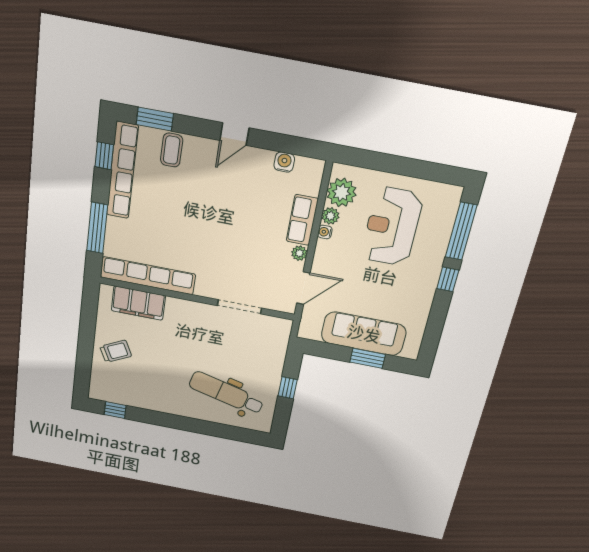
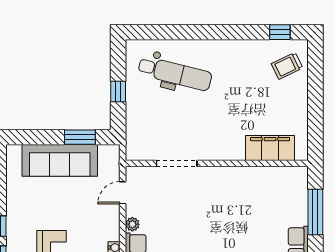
row of seats: (148, 276) -> (264, 176), removed
door: (303, 288) -> (123, 193), width x0.73
trolley: (116, 351) -> (287, 66), moved
window: (368, 358) -> (80, 137), moved

